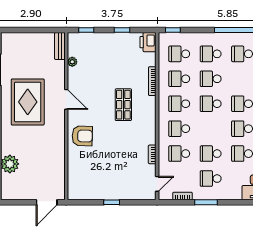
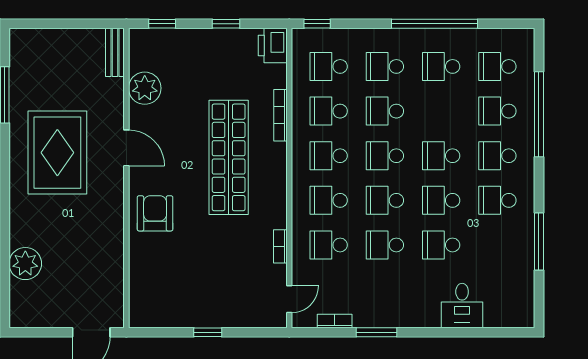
plant: (72, 62) -> (145, 88), width x1.88, depth x1.88
shop shelf: (123, 105) -> (229, 157), width x2.00, depth x1.36
armchair: (82, 136) -> (155, 213), turned -92
school desk: (211, 179) -> (385, 200), moved

